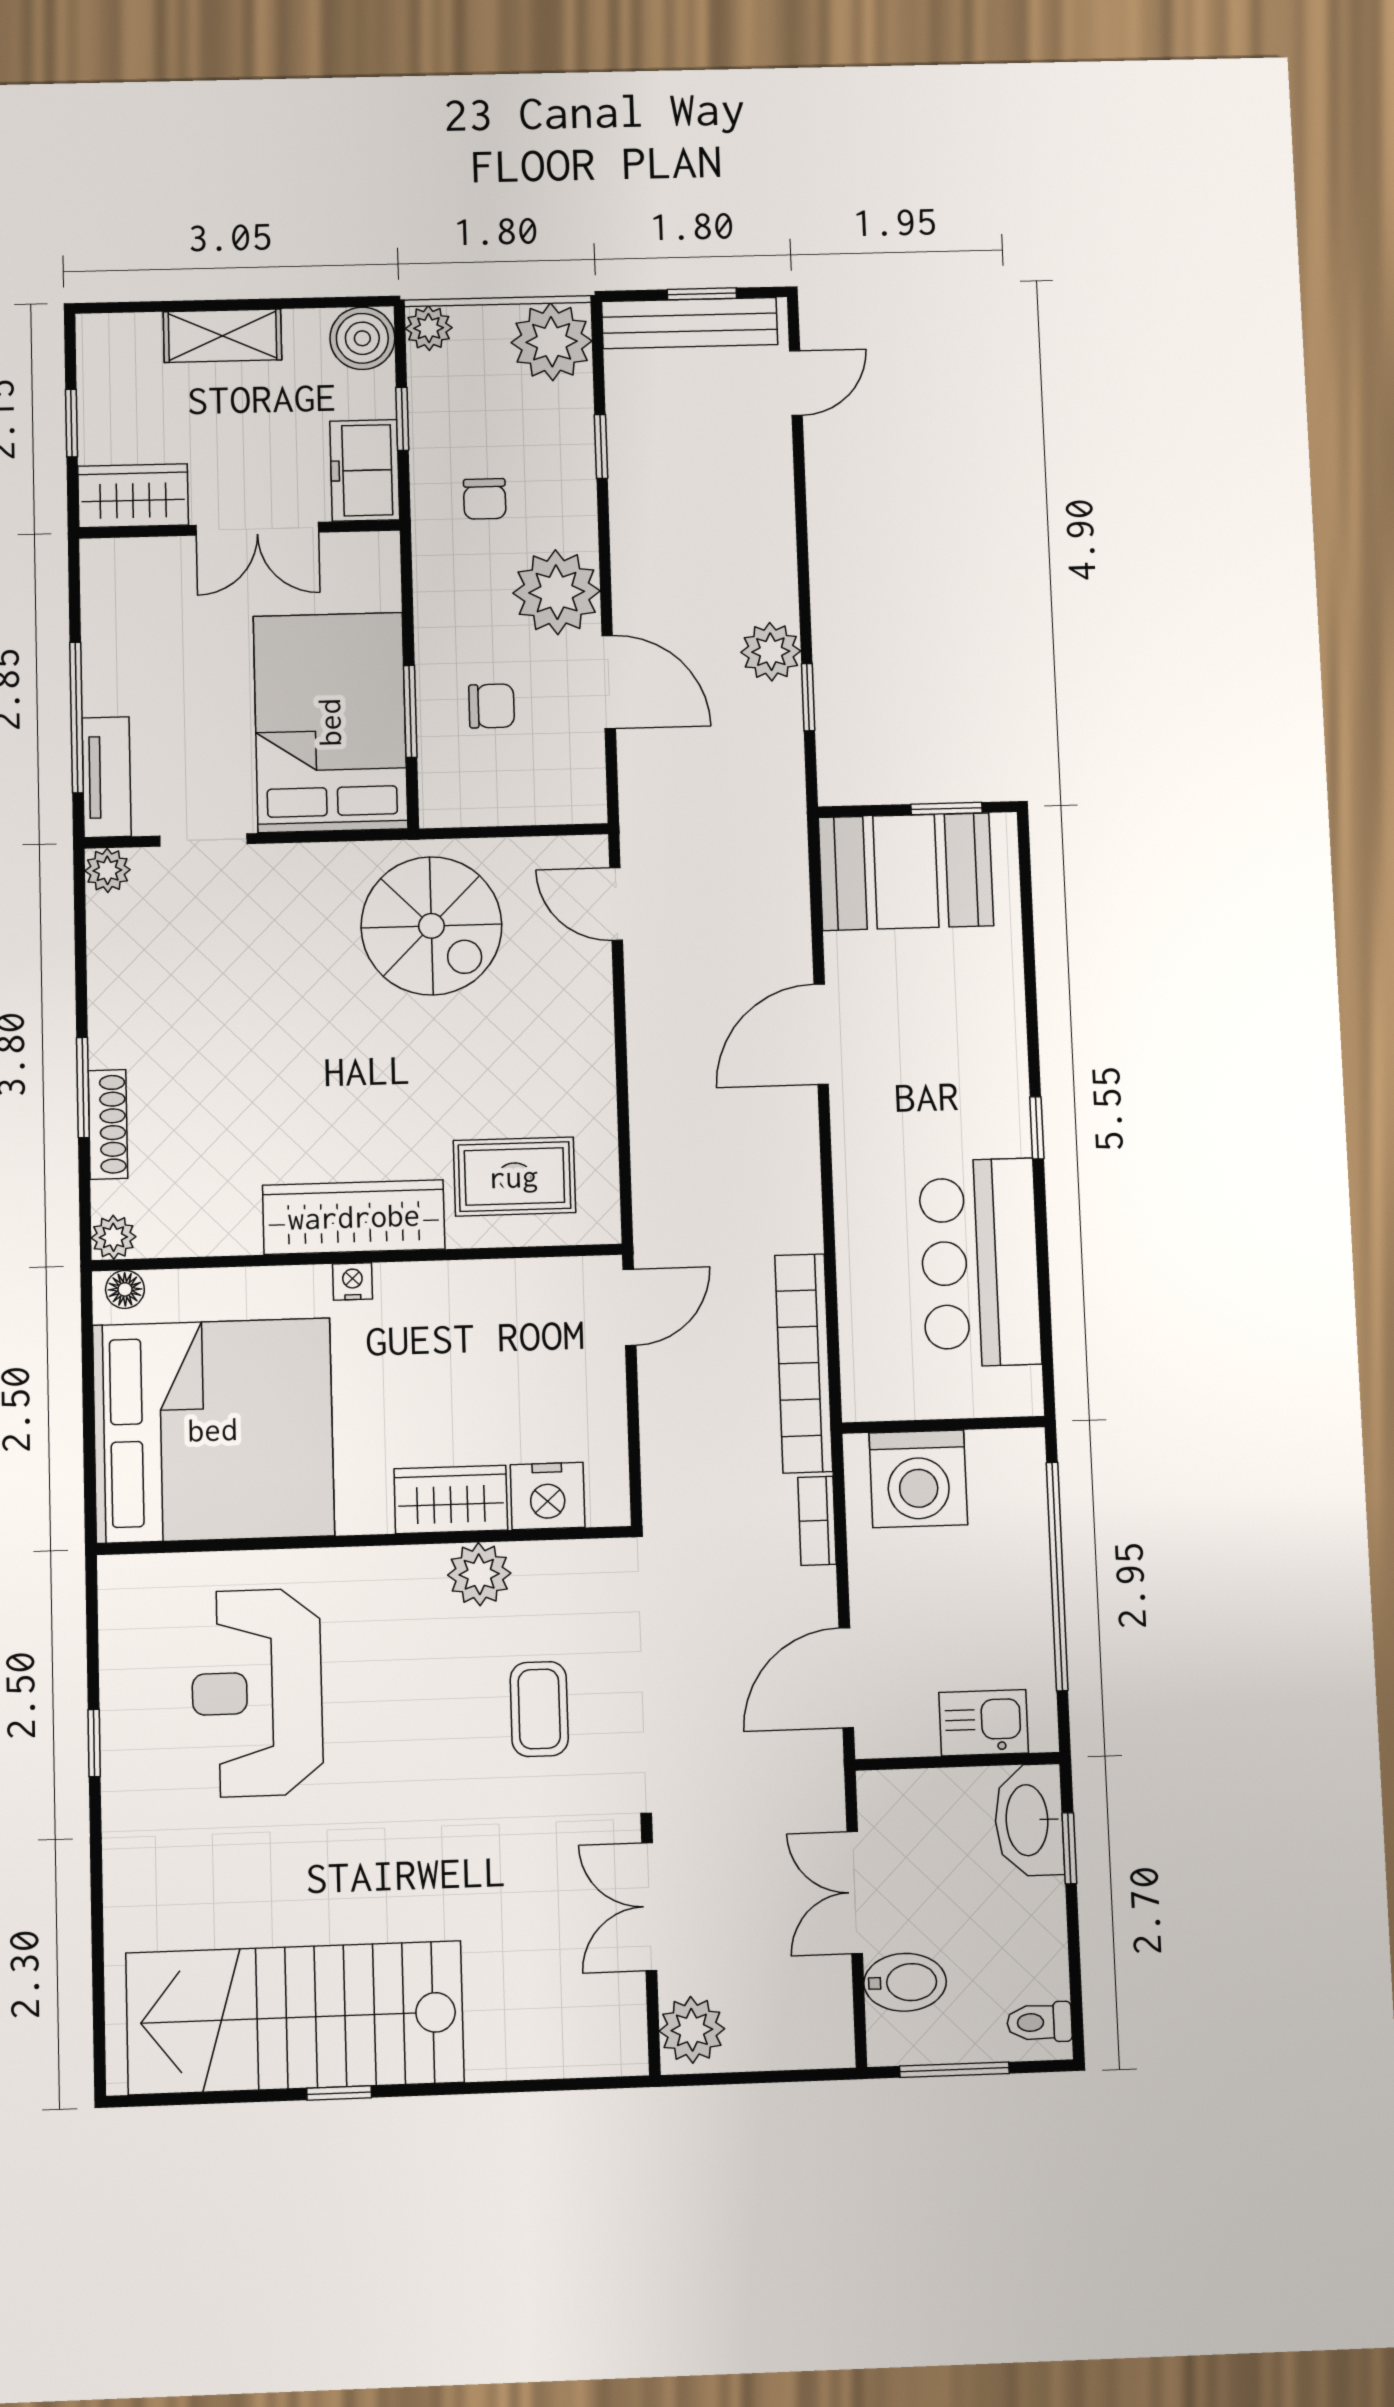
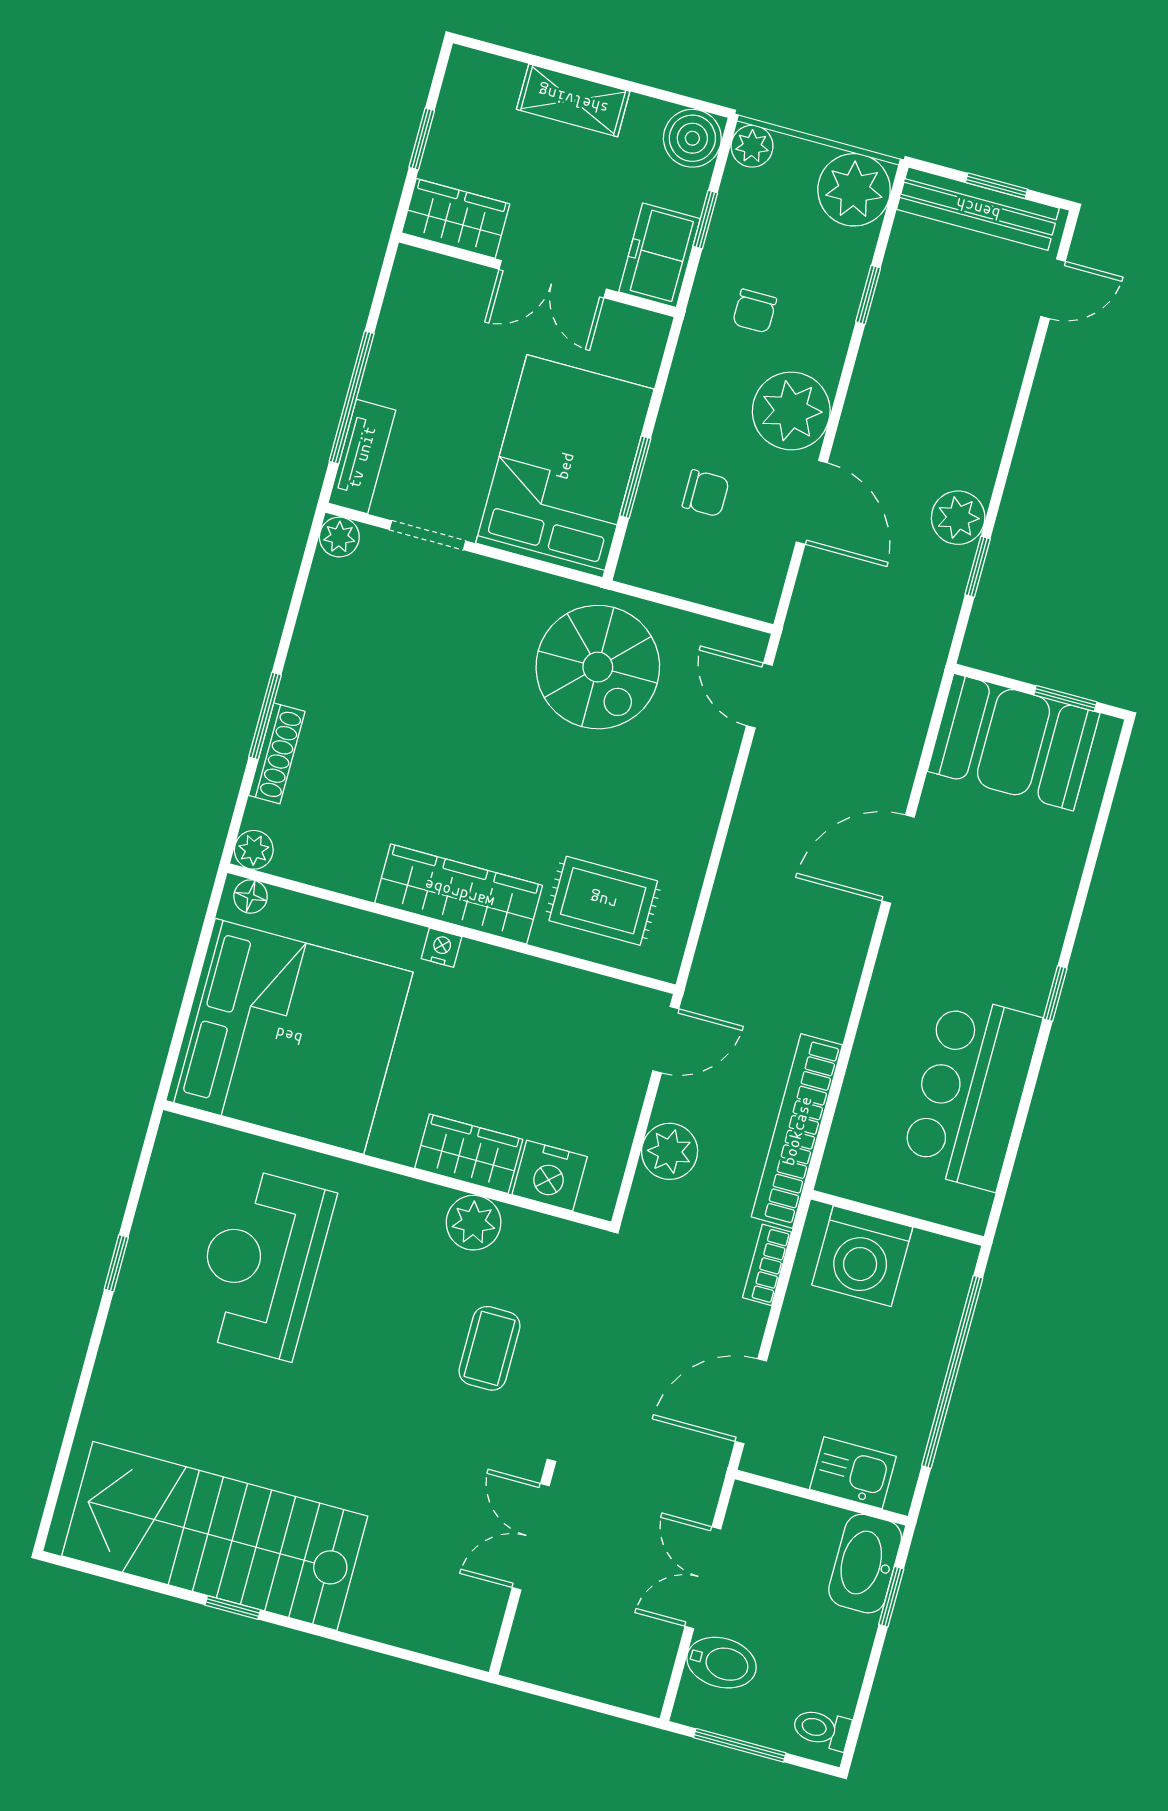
plant: (692, 2030) -> (670, 1151), moved

